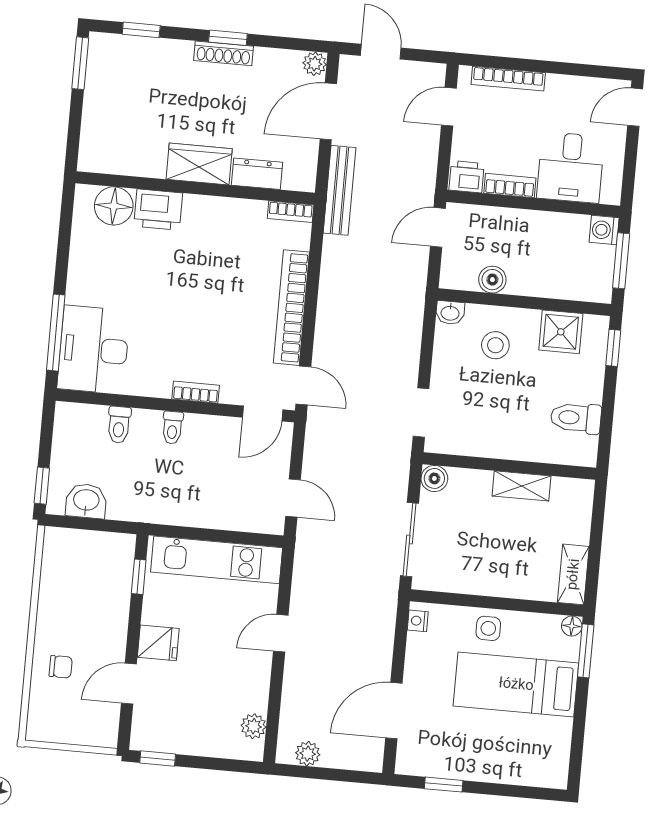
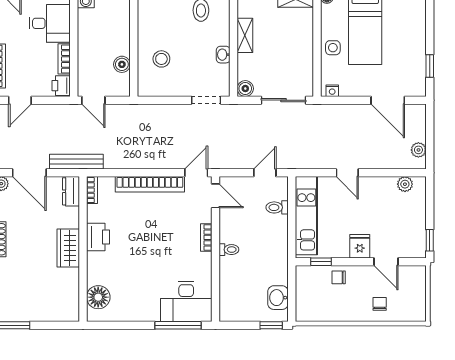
door: (449, 107) -> (20, 100), hinge flipped
dresser: (257, 174) -> (71, 191), moved
printer: (158, 210) -> (98, 237), moved
washbasin: (450, 313) -> (223, 55), moved, turned 180
shower: (561, 332) -> (150, 20), removed
toilet: (119, 425) -> (277, 207), moved, turned 180
chair: (110, 603) -> (339, 277), added

